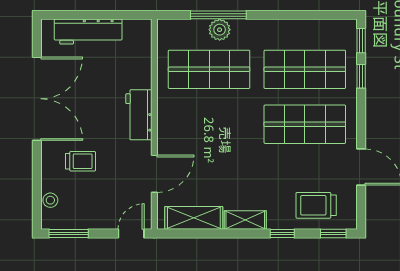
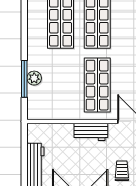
shop shelf: (209, 69) -> (97, 85), moved

